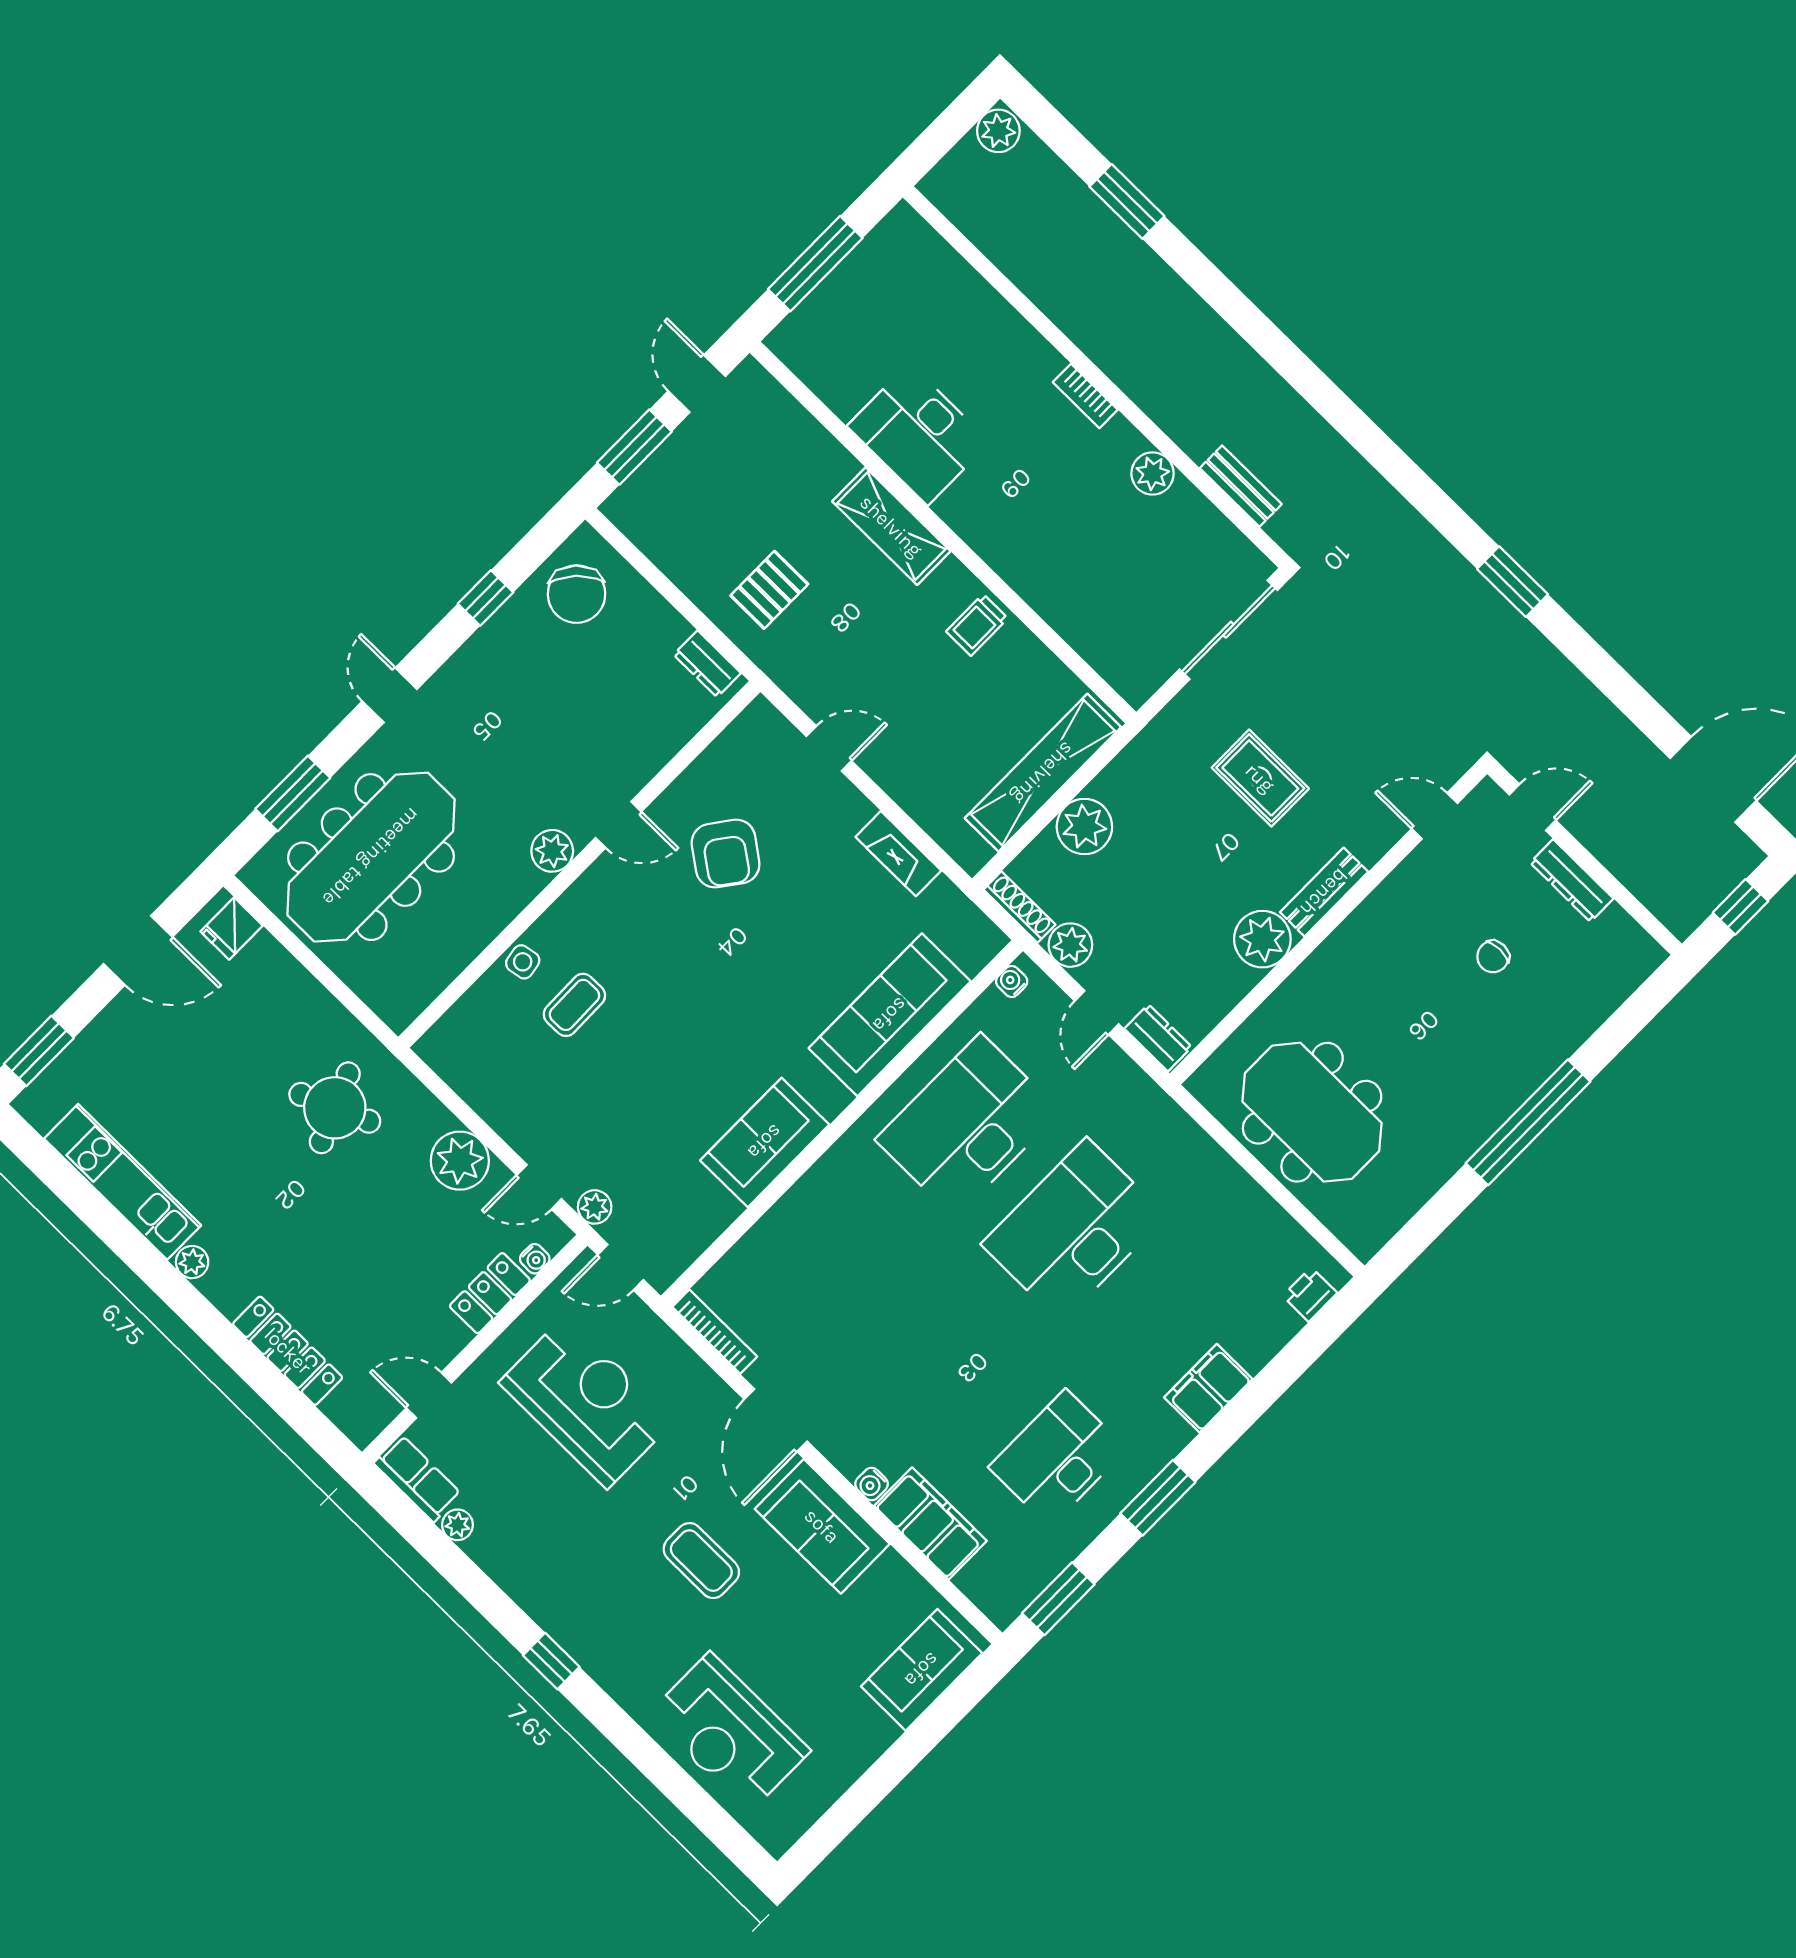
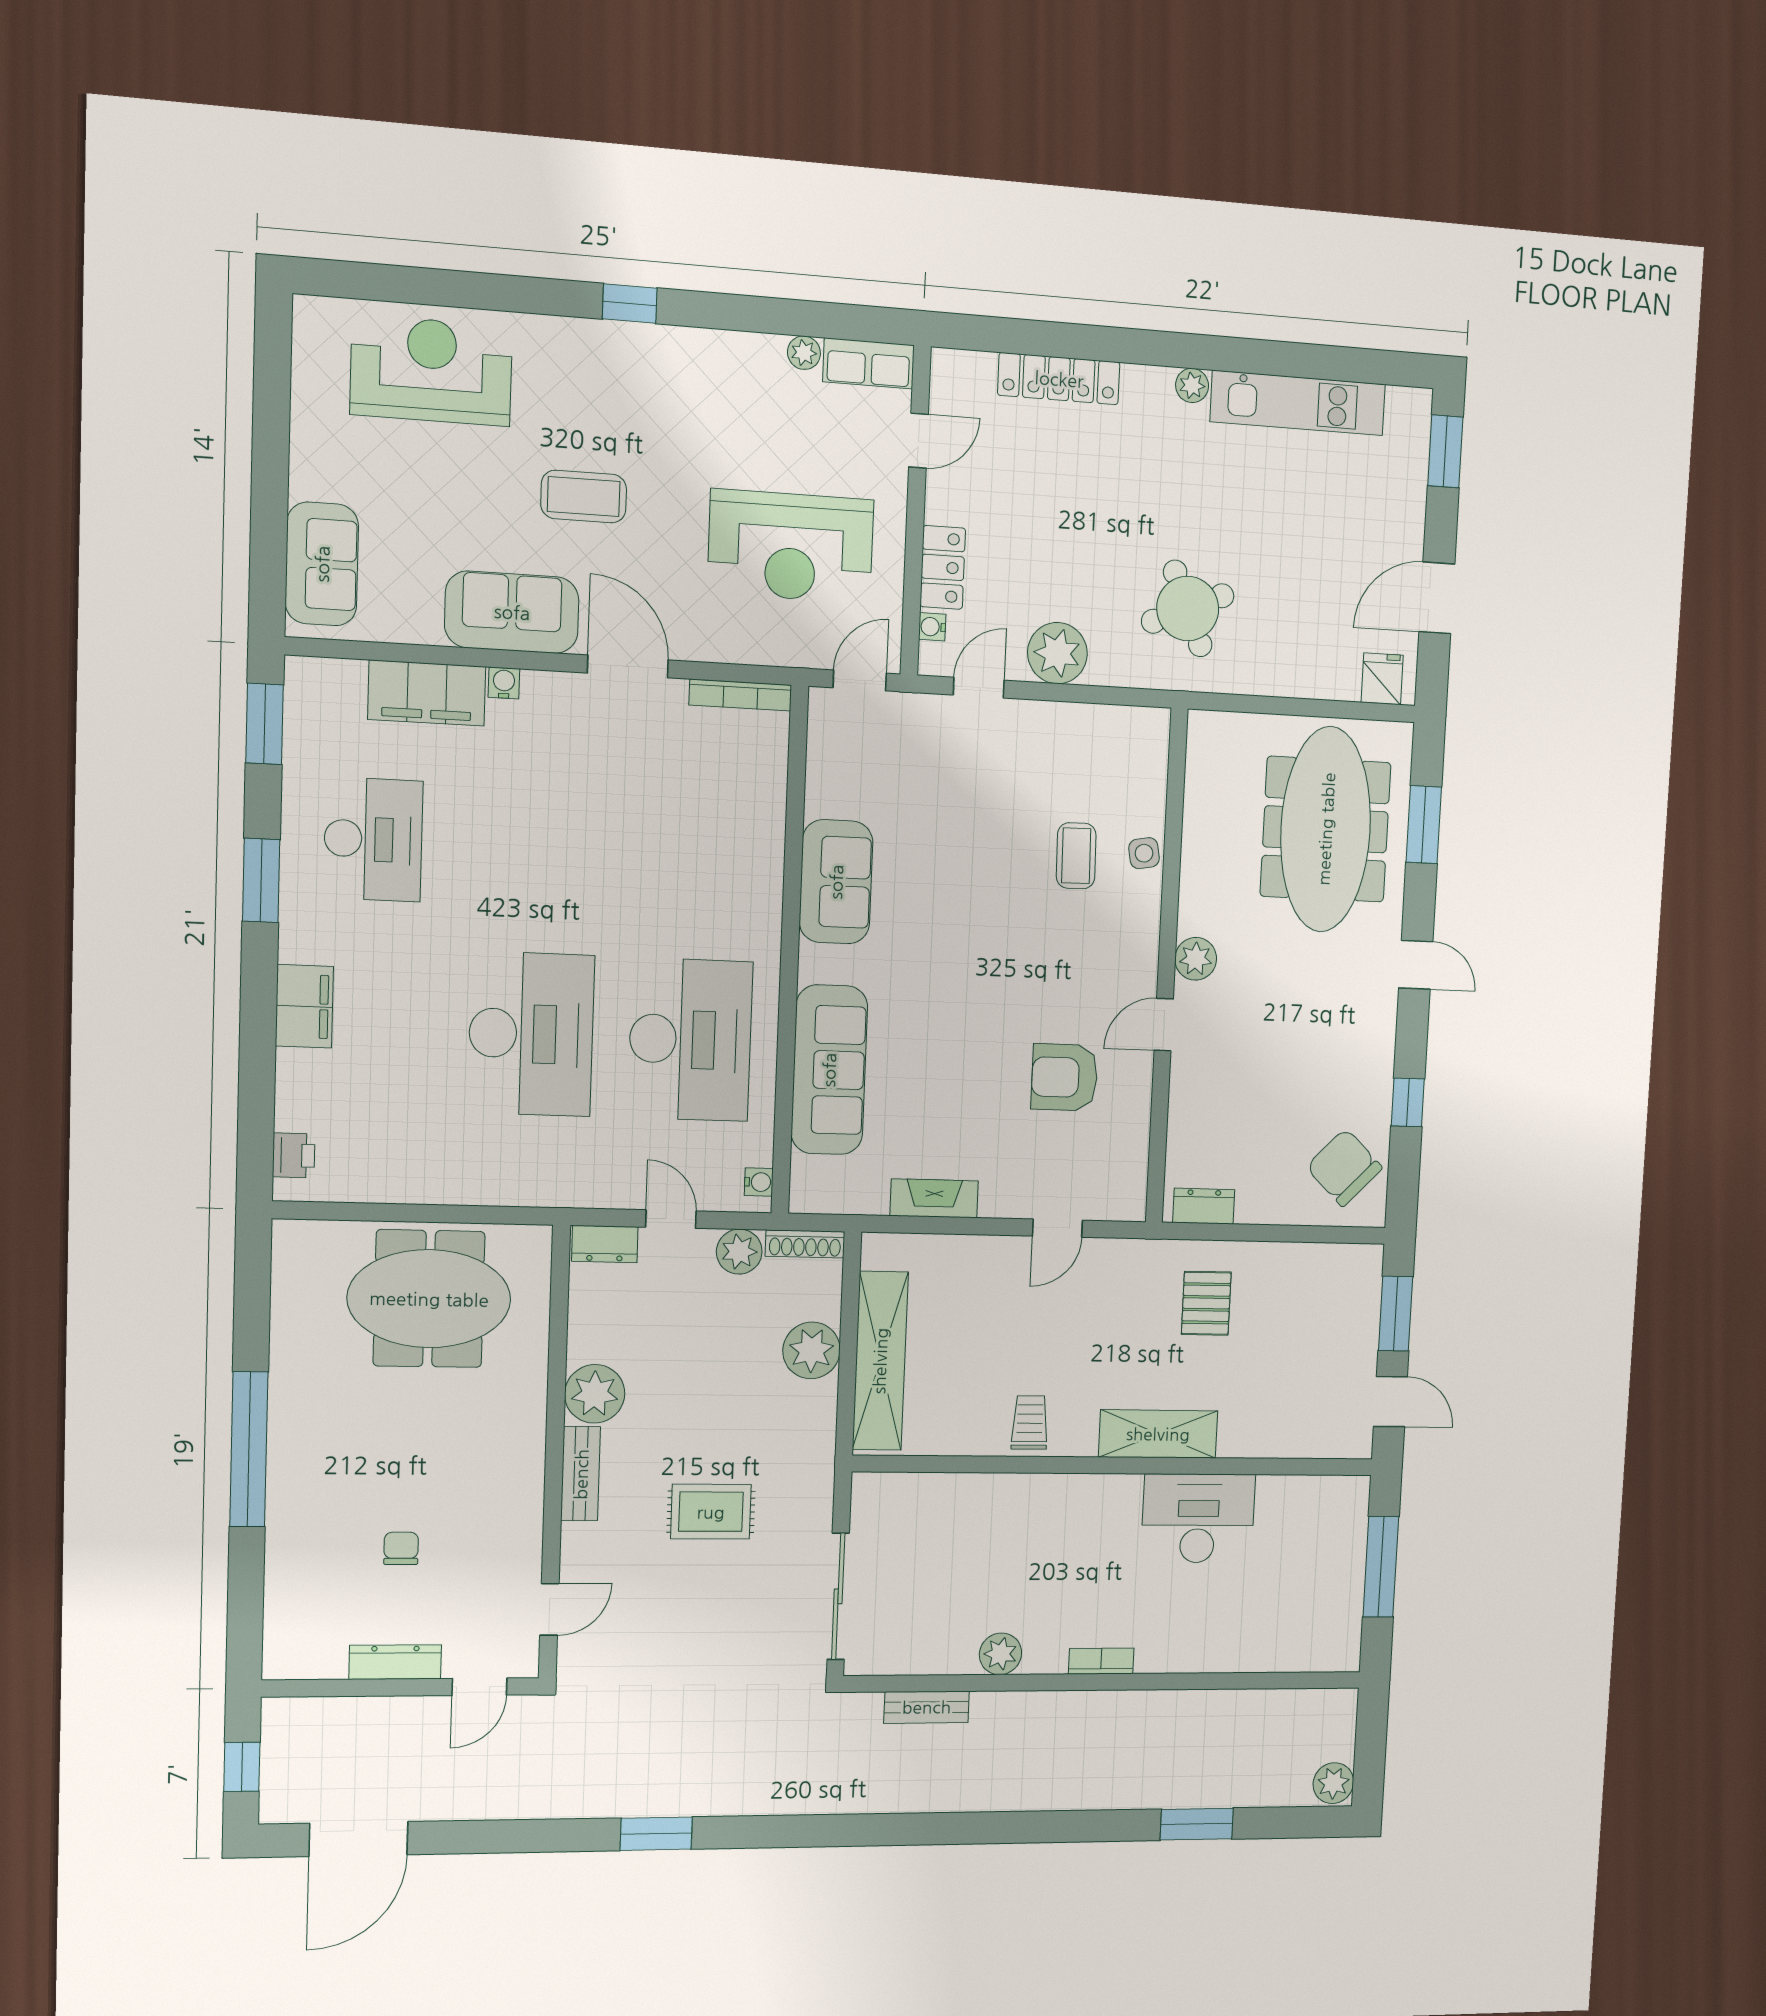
armchair: (726, 854) -> (1064, 1077), turned -36
plant: (595, 1207) -> (922, 711), removed

